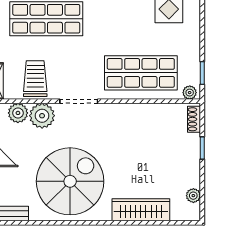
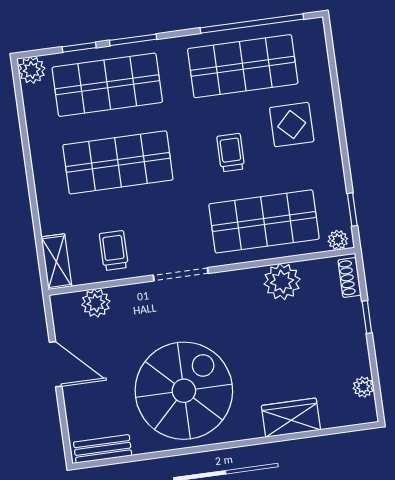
trolley: (124, 23) -> (231, 153), added
trolley: (35, 79) -> (114, 250), width x0.73, depth x0.72
plant: (42, 116) -> (282, 282), moved
wardrobe: (141, 210) -> (291, 418), width x0.67

